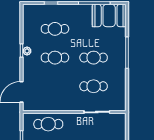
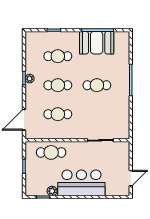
booth: (109, 16) -> (97, 43), moved
cafe table: (94, 86) -> (58, 114), moved

